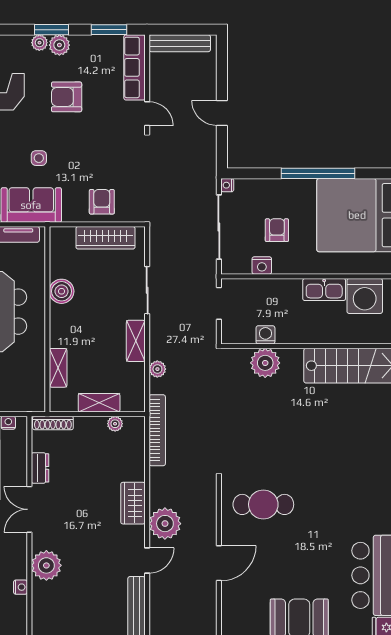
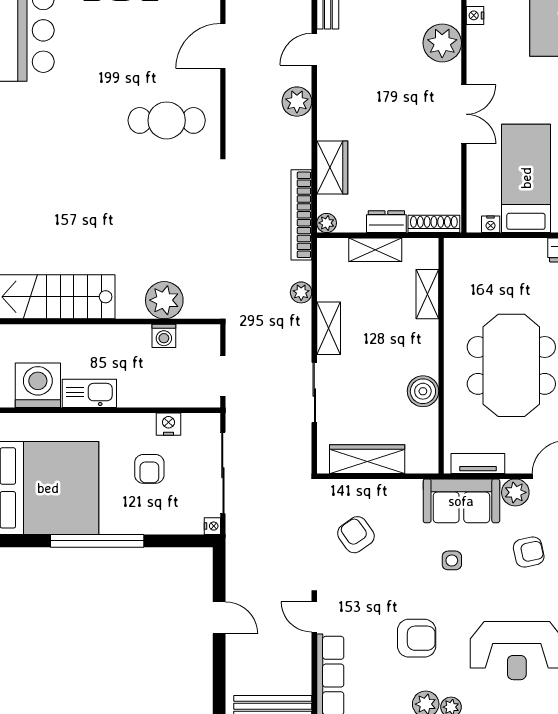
armchair: (102, 202) -> (356, 535), moved, turned 145
plant: (115, 424) -> (327, 223), moved
dresser: (40, 468) -> (386, 222), moved, turned 90
wardrobe: (133, 503) -> (332, 167), moved
plant: (165, 524) -> (297, 102), width x0.73, depth x0.73

